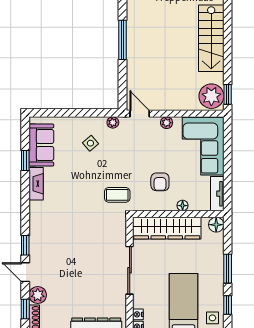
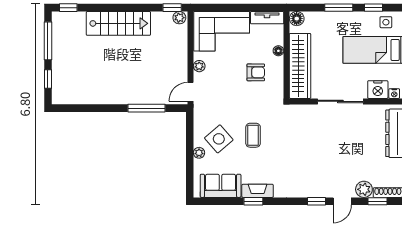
window: (123, 40) -> (147, 108), moved
plant: (211, 96) -> (179, 18), width x0.53, depth x0.53
plant: (113, 122) -> (199, 153), moved
side table: (90, 143) -> (219, 139), width x1.87, depth x1.87
window: (25, 160) -> (253, 201), moved
coffee table: (117, 195) -> (253, 135), moved
nightstand: (138, 314) -> (378, 90), width x1.89, depth x1.79

